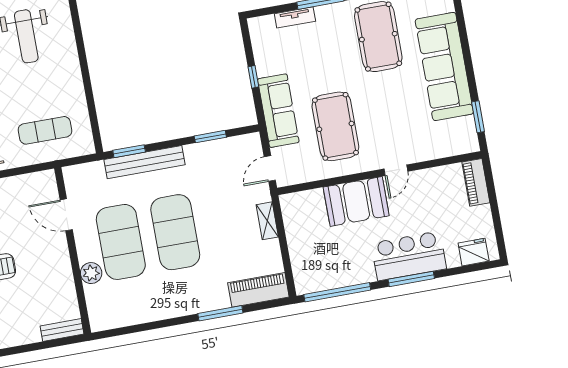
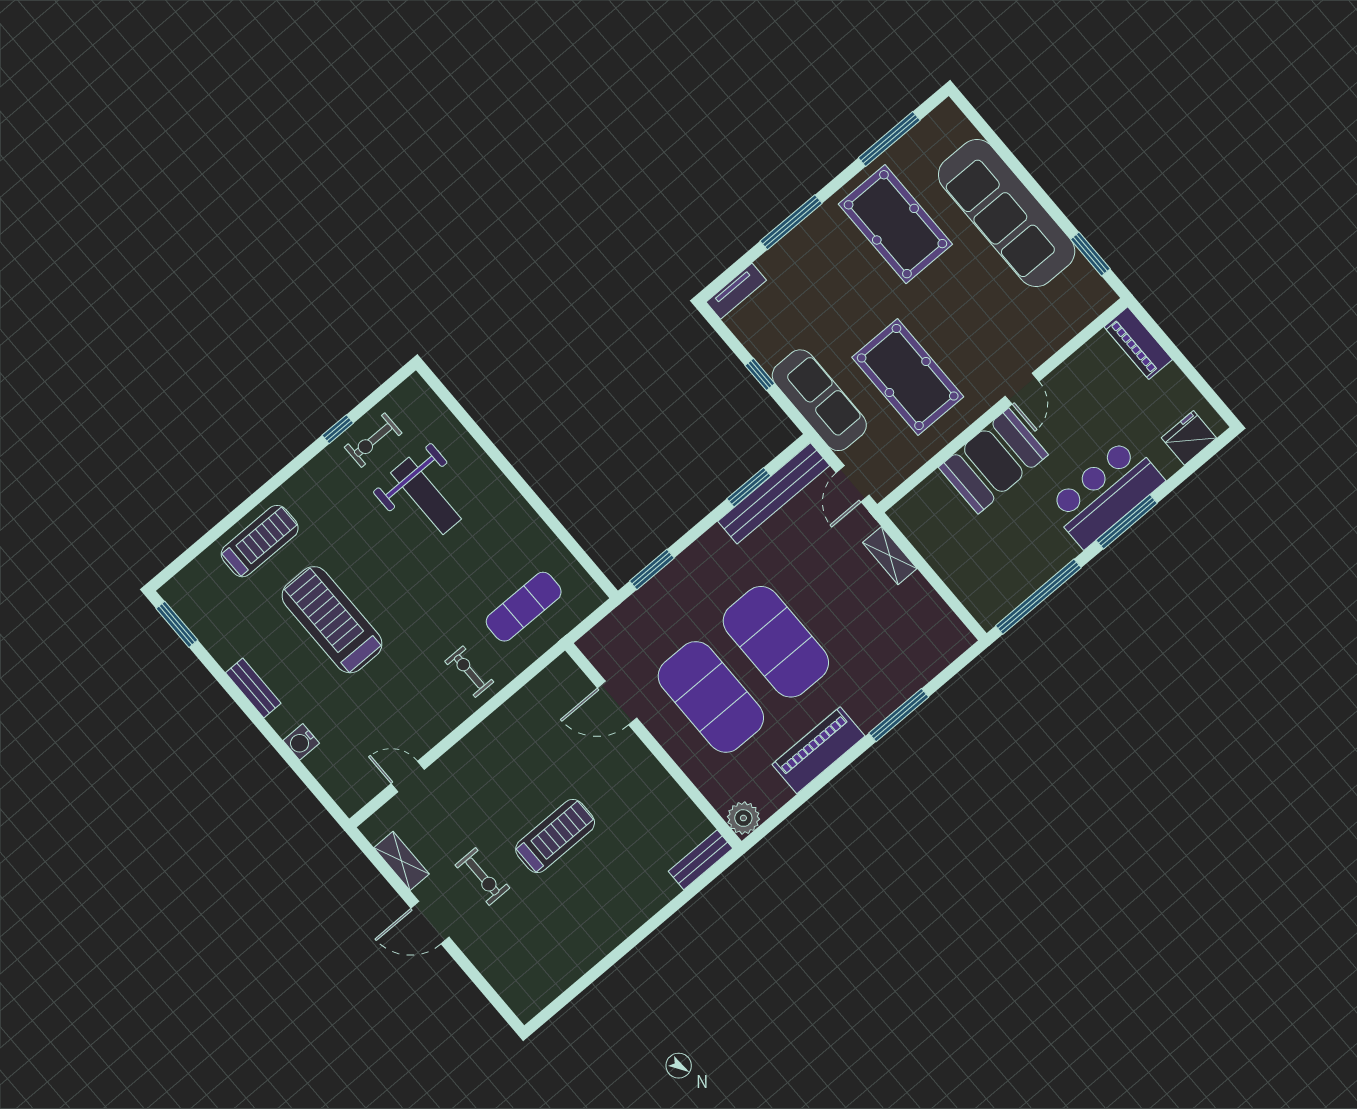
tv unit: (295, 17) -> (736, 291), moved
bench: (145, 162) -> (774, 493), moved
plant: (91, 273) -> (743, 818), moved
piano: (258, 290) -> (818, 750), moved

